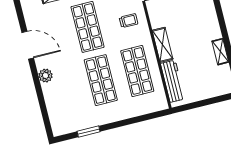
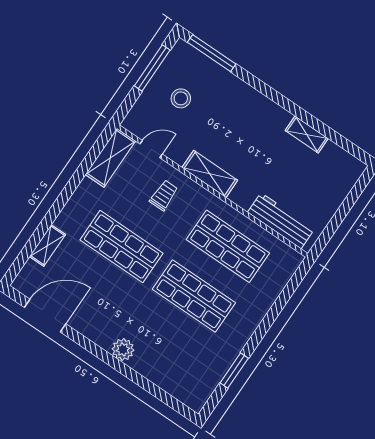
door: (28, 45) -> (45, 316), moved
shelving: (163, 45) -> (210, 174), moved

